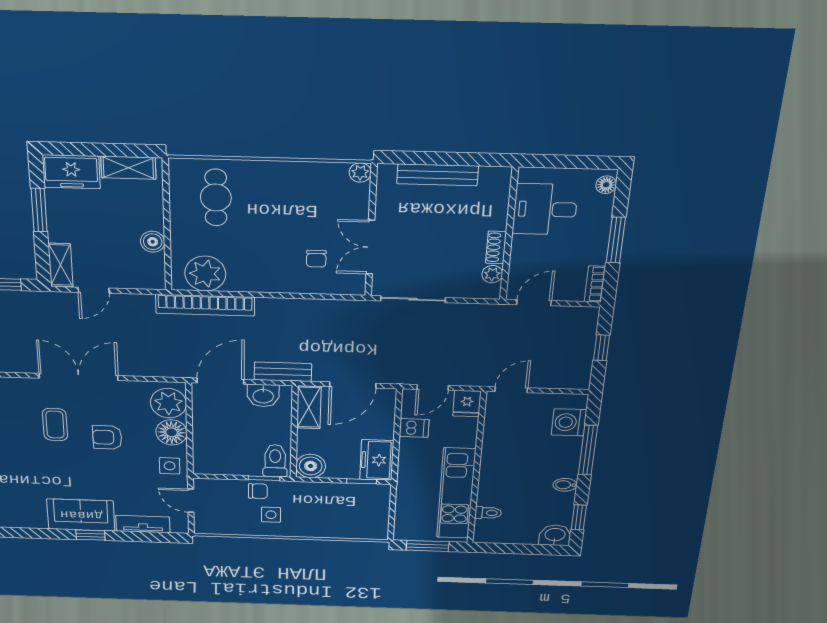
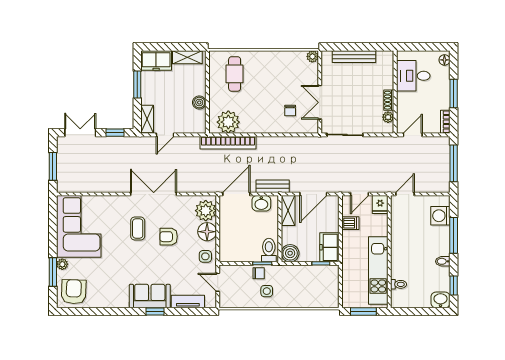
window: (602, 348) -> (454, 163), width x2.17

